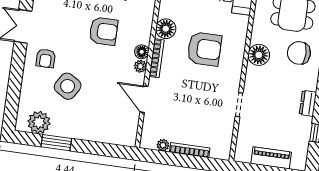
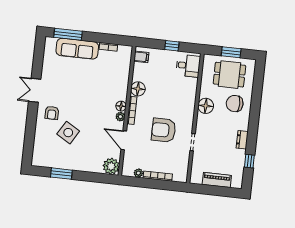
armchair: (103, 31) -> (93, 92), removed
armchair: (204, 49) -> (164, 130), moved, turned 180
plant: (39, 122) -> (111, 166), moved

